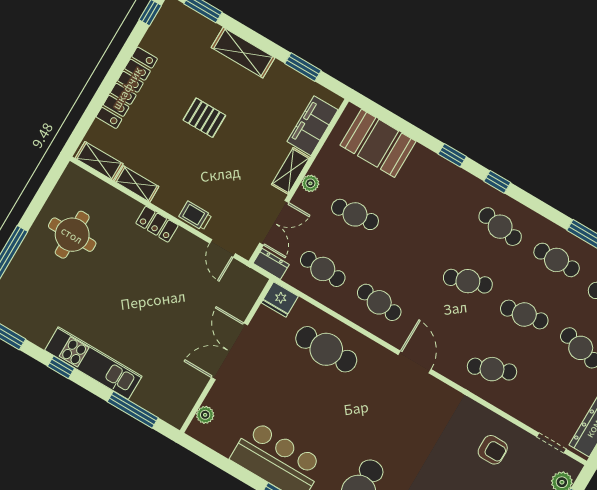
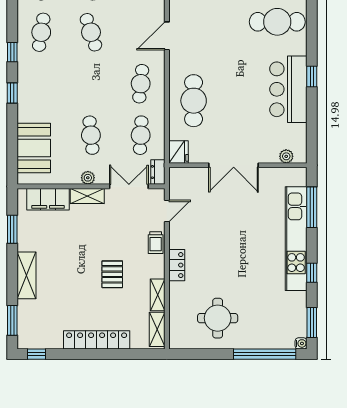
pallet: (204, 118) -> (112, 274), moved
kitchen unit: (93, 363) -> (296, 239), width x1.36

